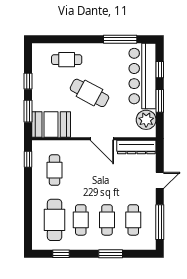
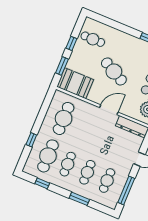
cafe table: (67, 60) -> (93, 39), moved
door: (102, 139) -> (109, 110), swing flipped
window: (28, 159) -> (31, 140), moved
cafe table: (55, 170) -> (64, 118), width x1.37, depth x1.35

